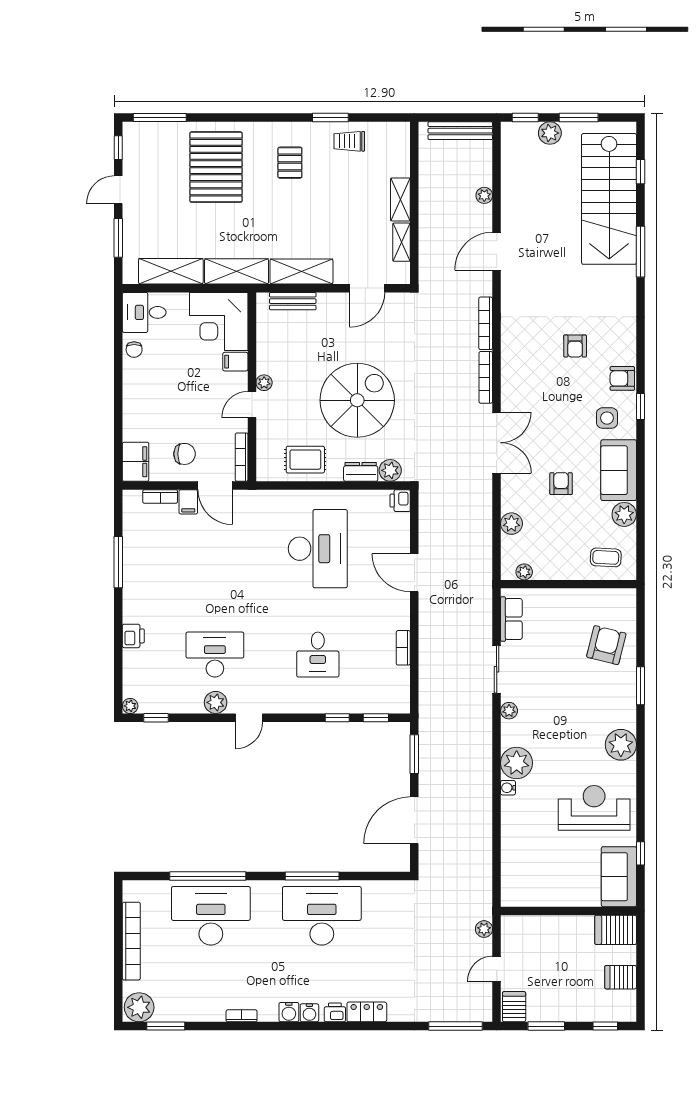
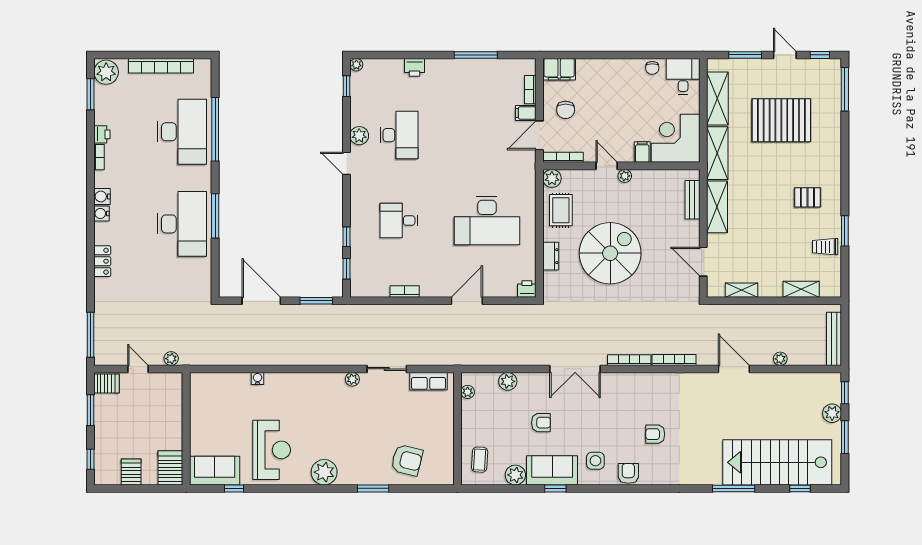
trolley: (349, 141) -> (825, 247), turned -90
pallet: (216, 167) -> (781, 120), moved
shelving: (400, 199) -> (801, 289), moved
chair: (134, 350) -> (652, 68), turned -90
spiral stairs: (357, 400) -> (610, 253), turned -90
window: (640, 406) -> (555, 488), moved
plant: (390, 470) -> (552, 178), moved
plant: (517, 763) -> (309, 386), removed
water cooler: (508, 788) -> (258, 378), moved
printer: (335, 1012) -> (102, 134), moved

